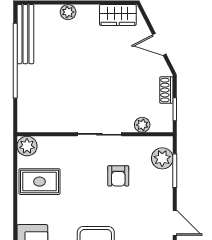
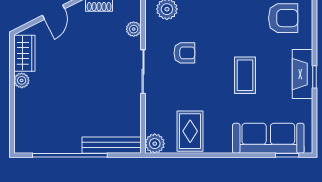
plant: (68, 12) -> (22, 80), moved
bench: (25, 34) -> (112, 145), moved

